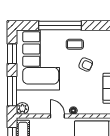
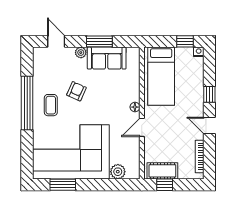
window: (60, 26) -> (27, 103), moved
window: (12, 91) -> (110, 185), removed
plant: (22, 108) -> (118, 172), moved

